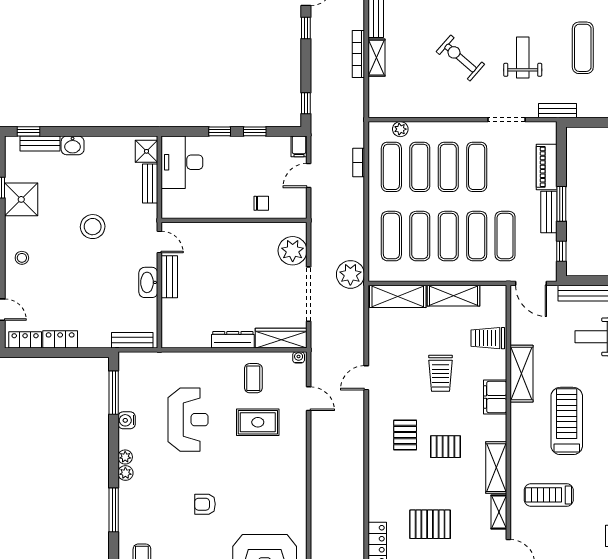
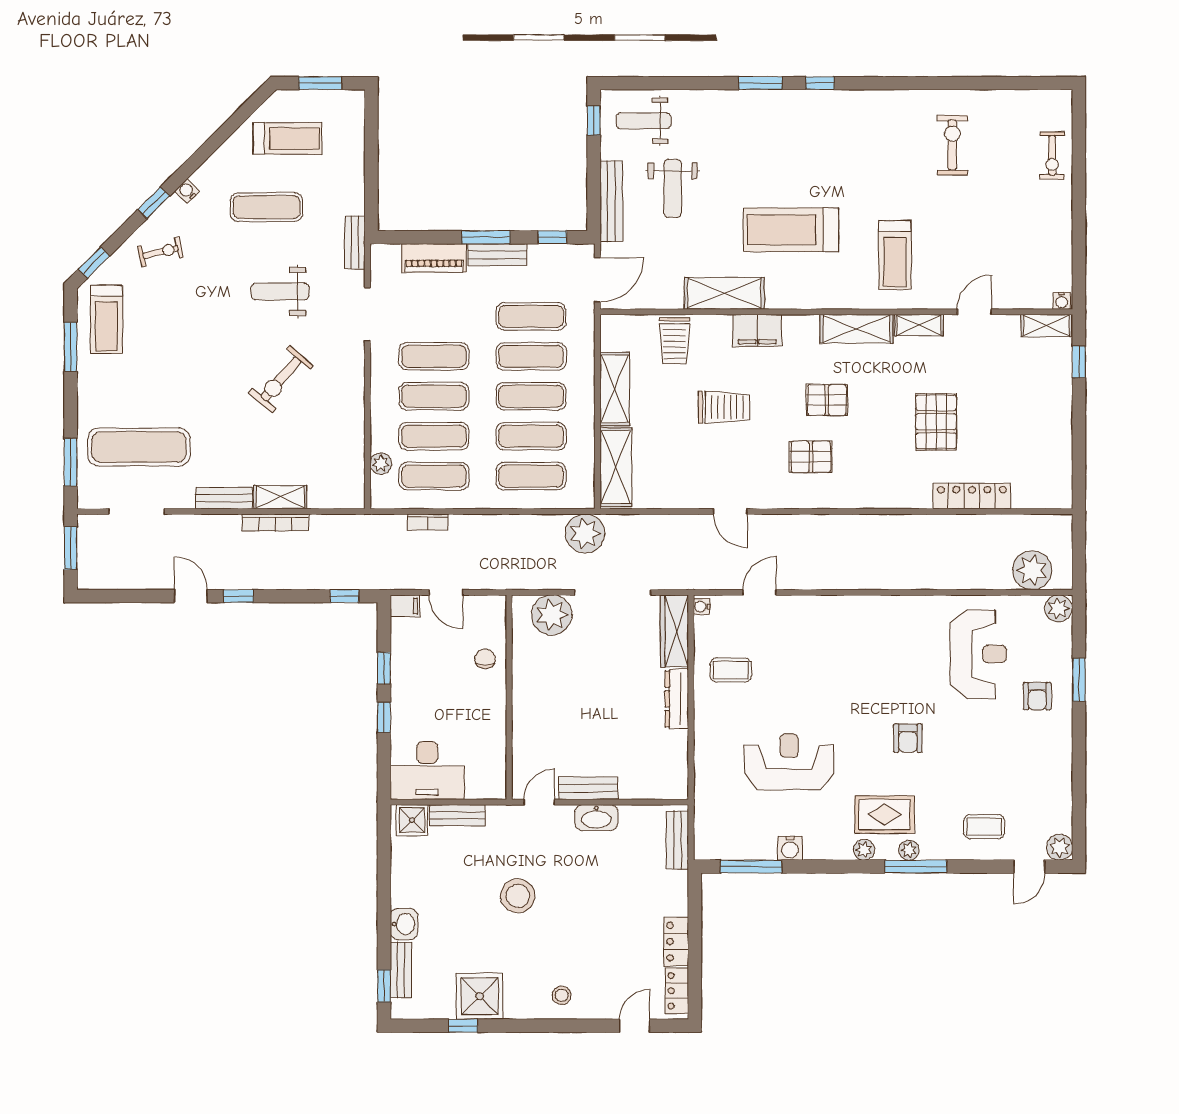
rug: (258, 422) -> (884, 815), moved, turned 90
pallet: (445, 447) -> (827, 400), turned 90
plant: (125, 457) -> (909, 850), moved

